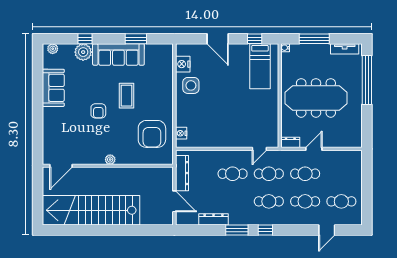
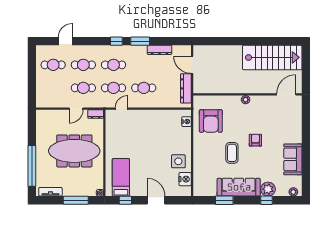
armchair: (152, 134) -> (211, 121), turned 180
stairs: (91, 210) -> (272, 57), width x0.73

